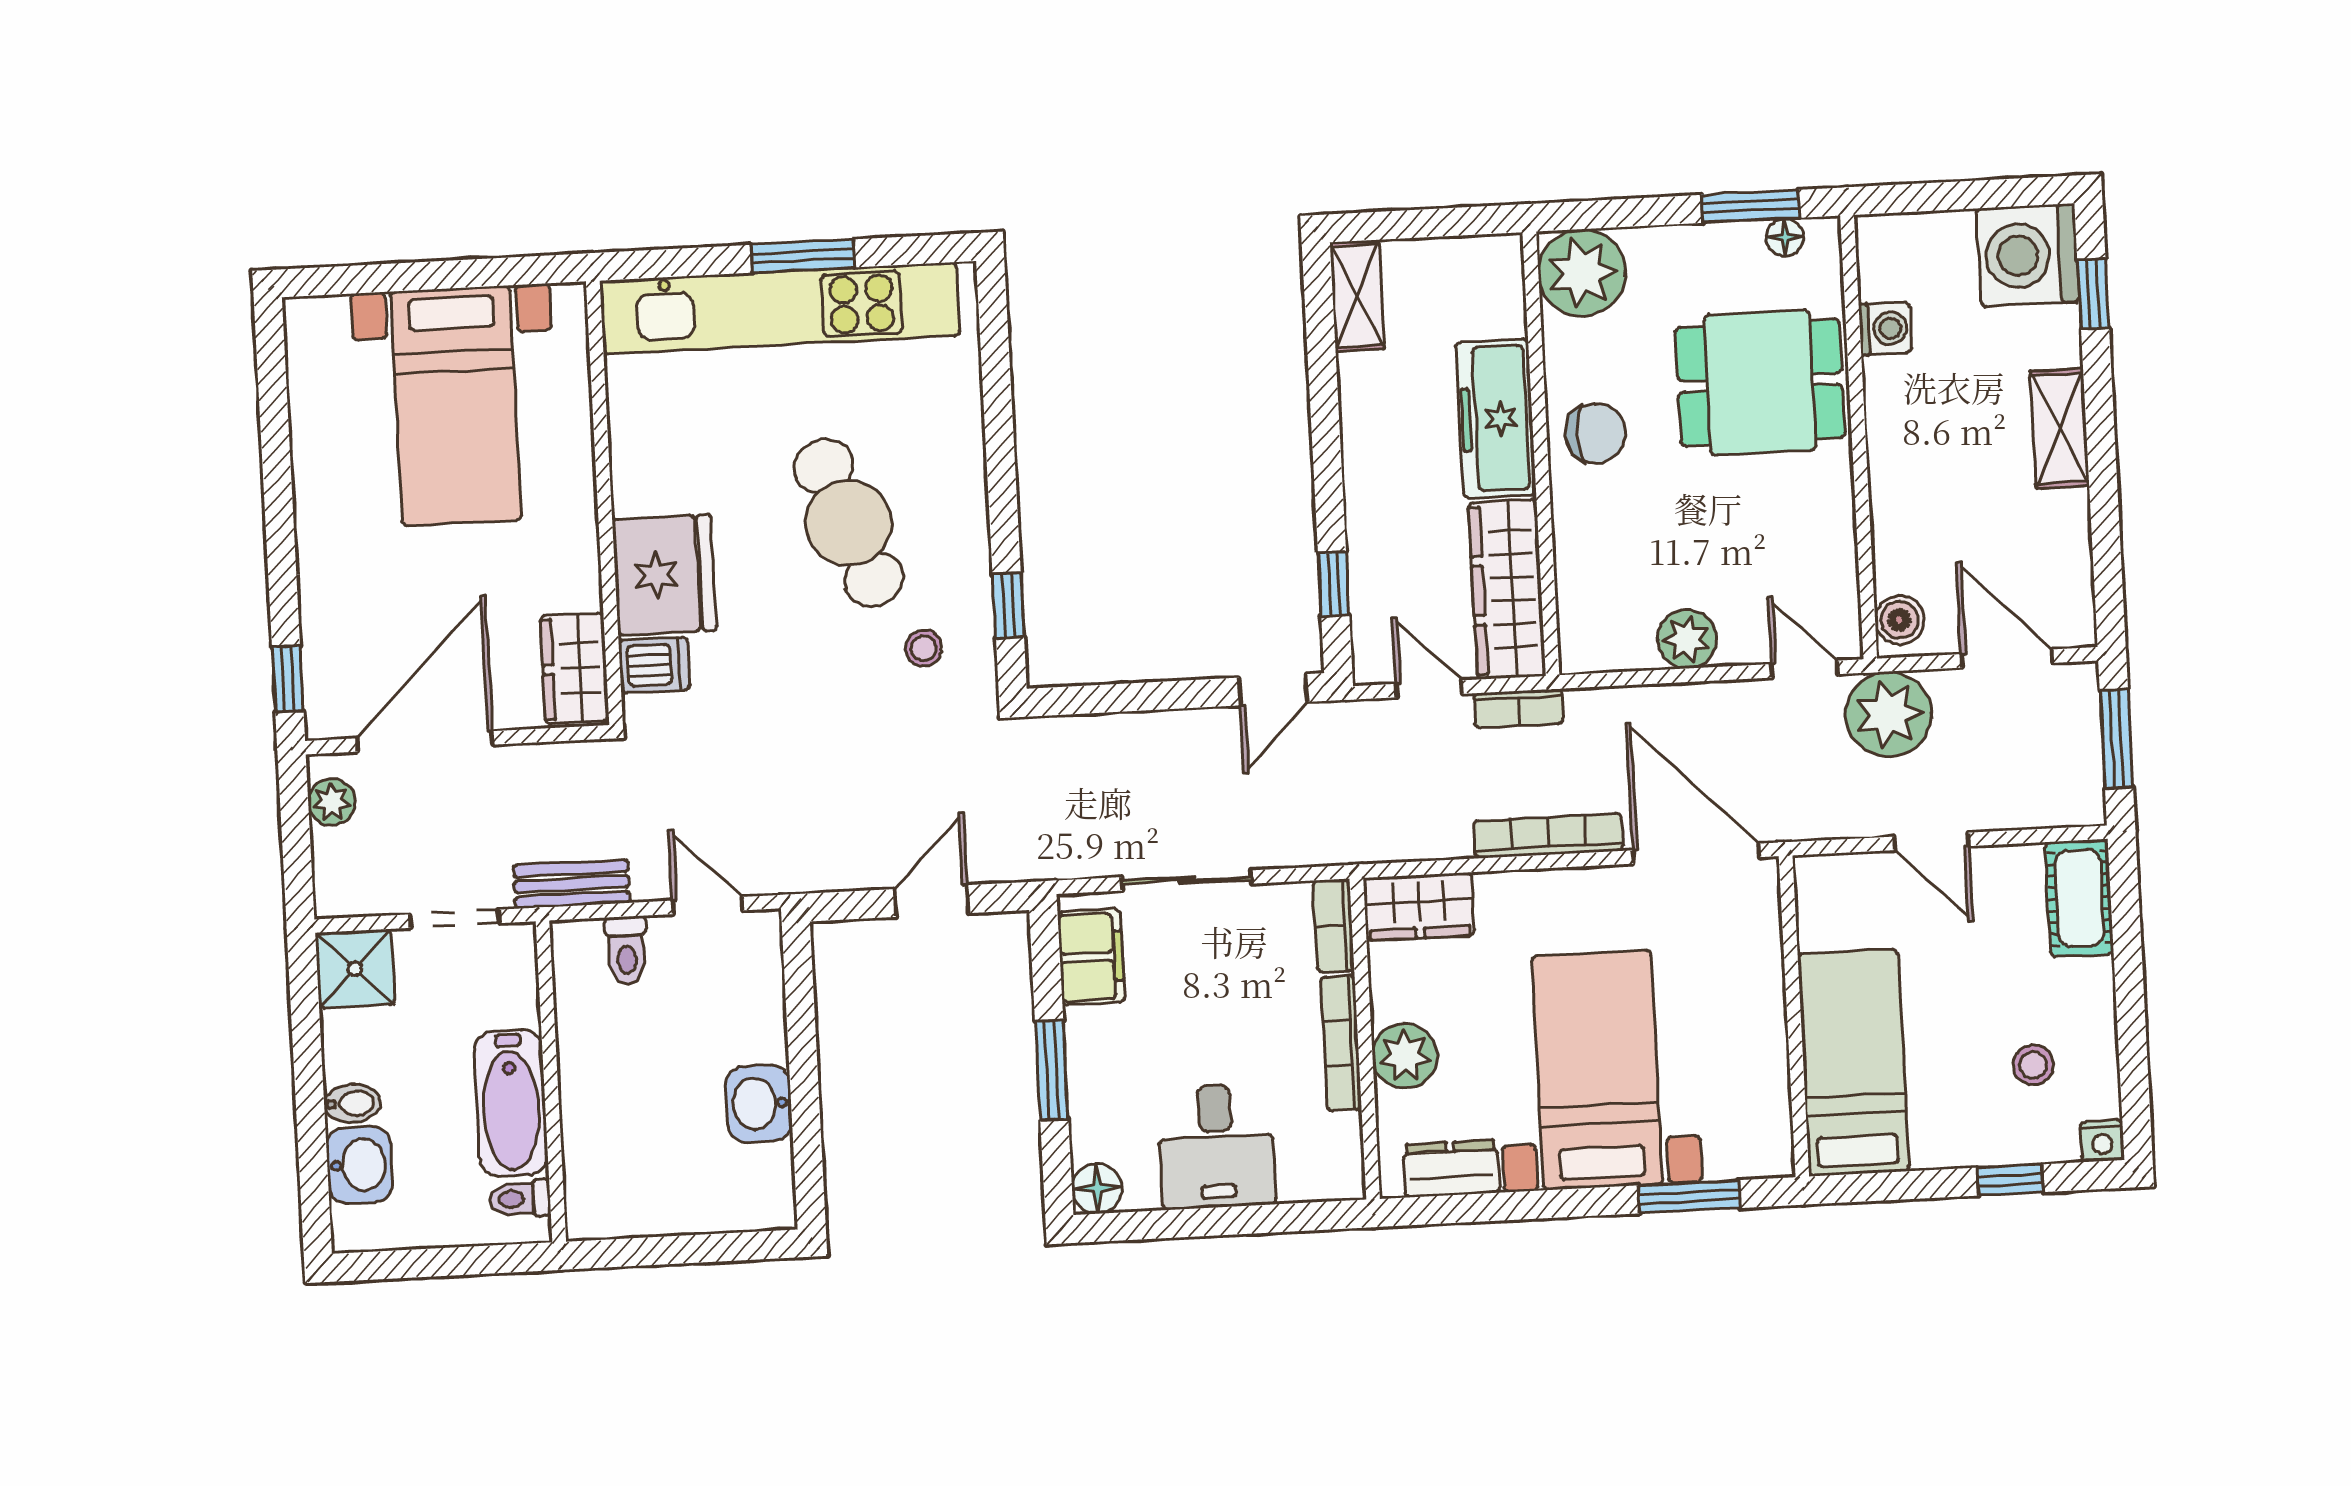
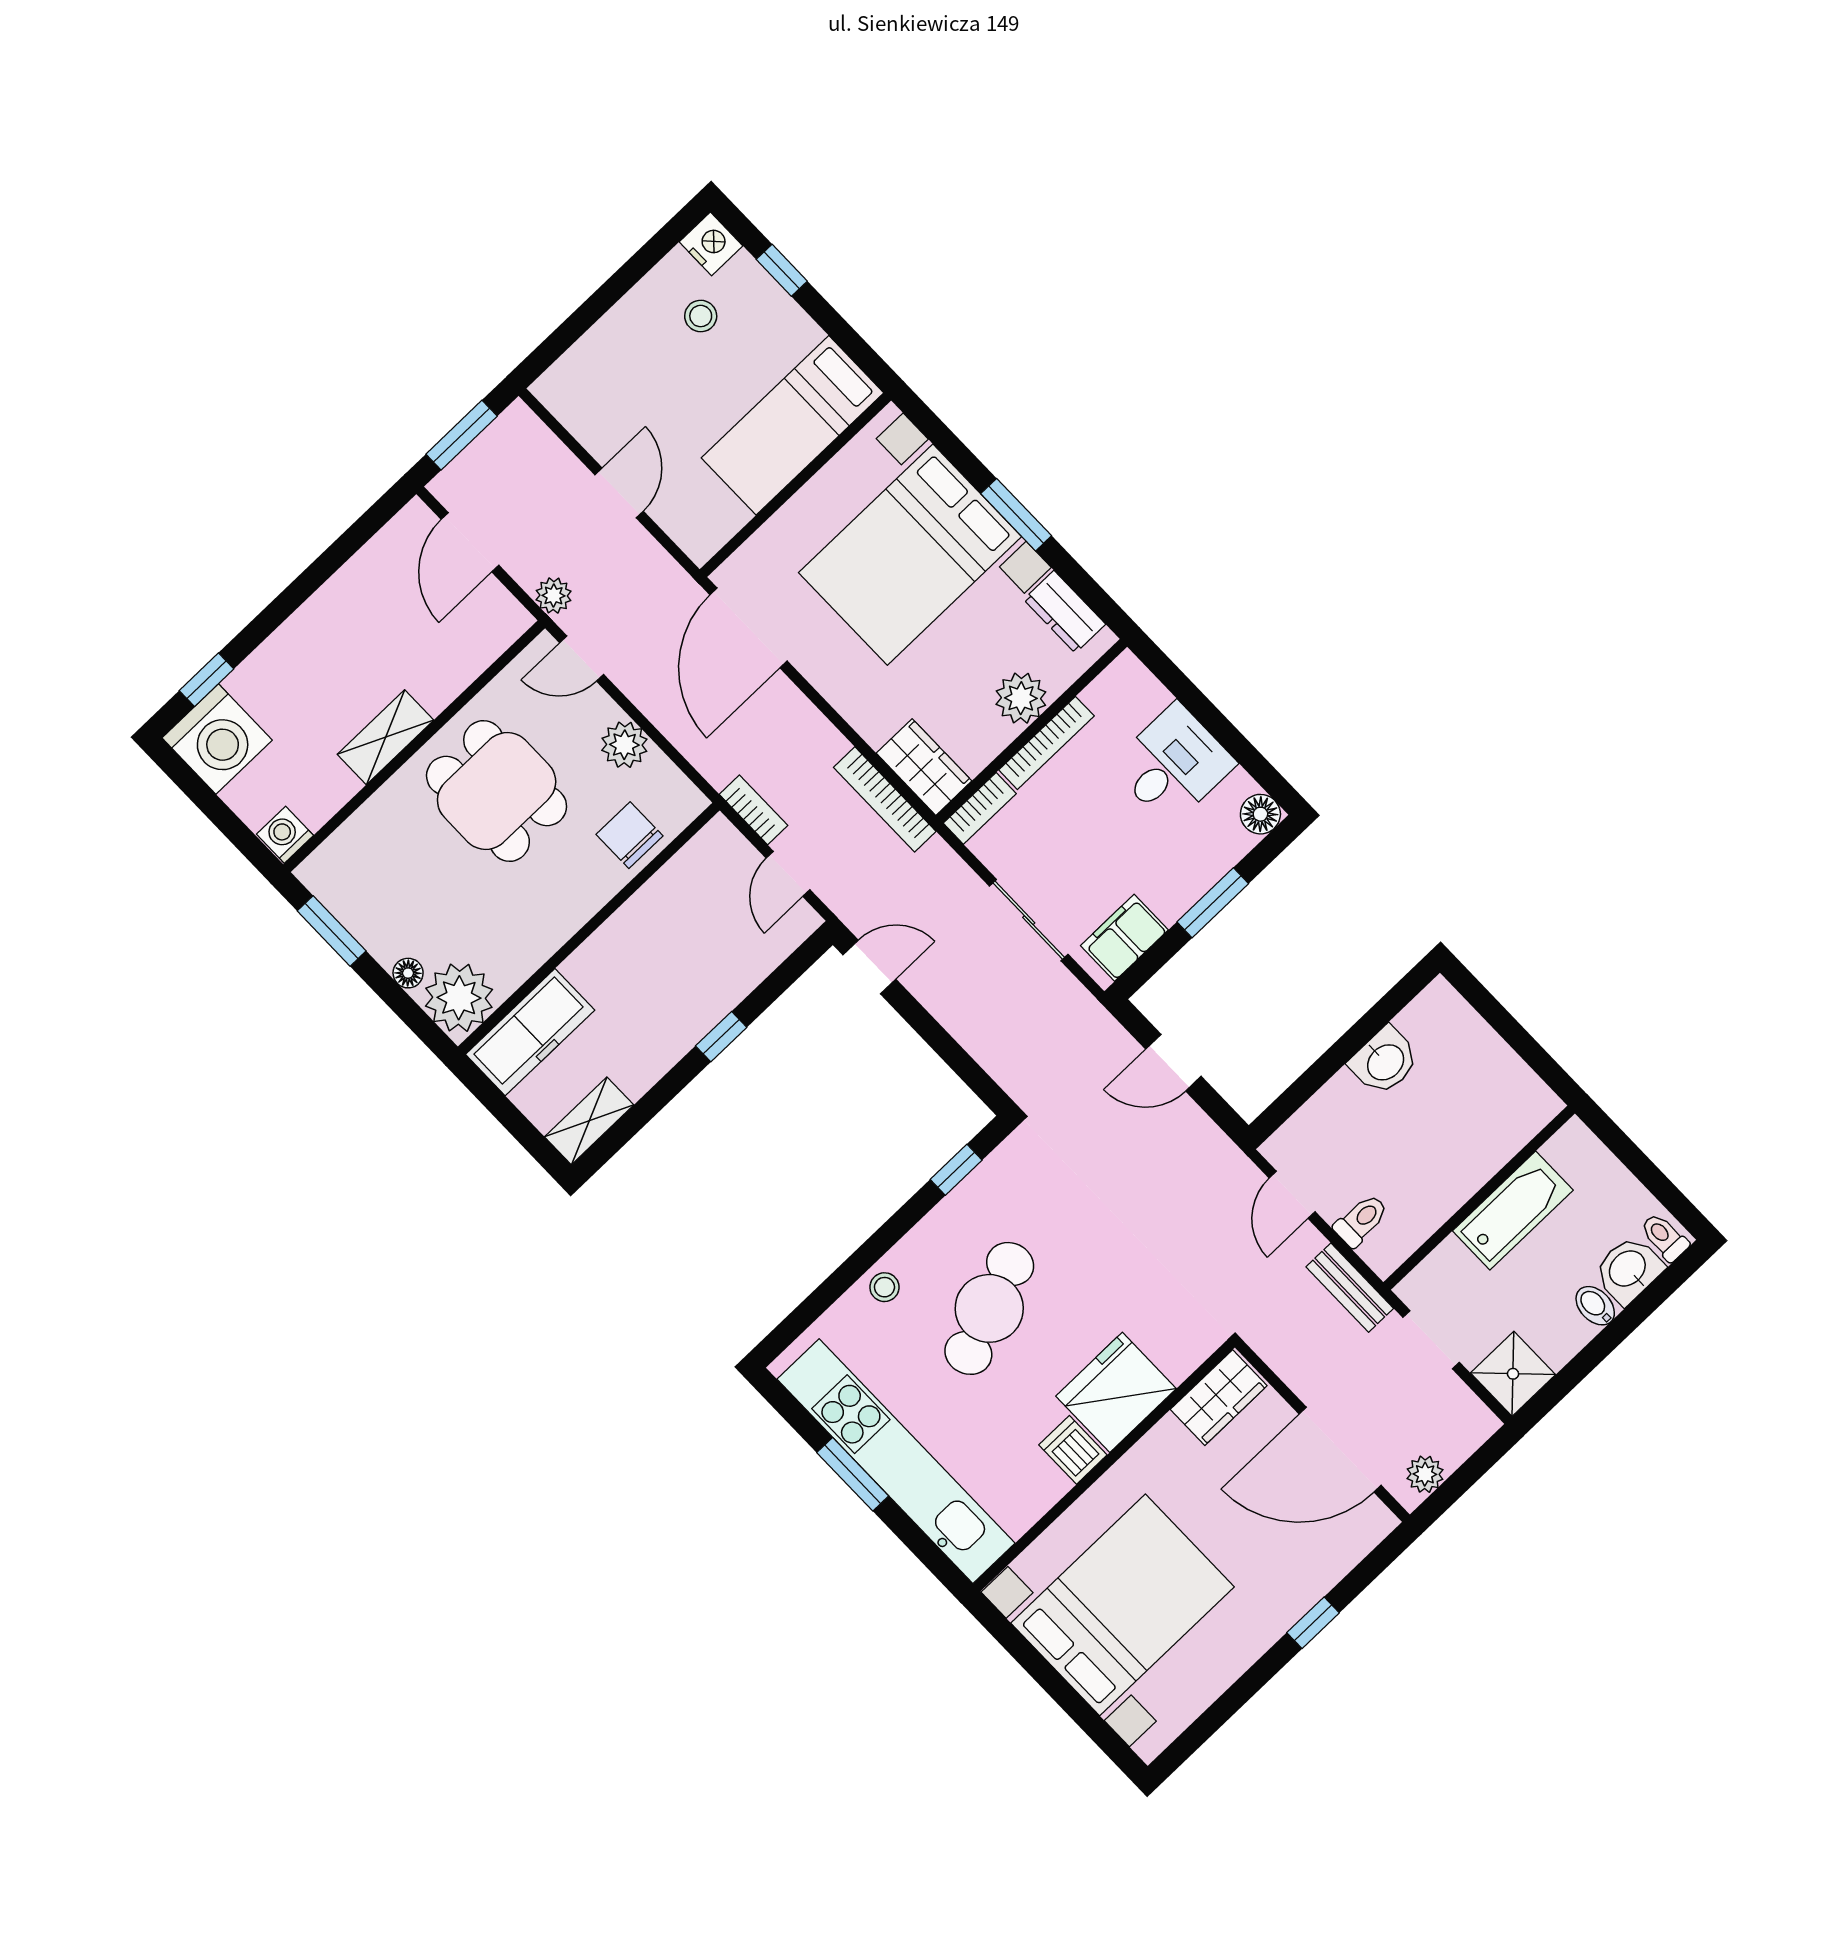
floor lamp: (1785, 237) -> (408, 973), moved
washing machine: (1885, 329) -> (285, 835), moved
dining table: (1760, 383) -> (497, 791), moved
bed with nightstands: (456, 406) -> (1122, 1605), width x1.36
freezer: (1496, 419) -> (530, 1032), moved
shelving: (2060, 428) -> (385, 737), moved
chair: (1596, 433) -> (630, 835), moved
window: (1334, 584) -> (721, 1037), moved
wardrobe: (1507, 589) -> (688, 879), removed
boiler: (1899, 620) -> (503, 627), removed
stool: (924, 648) -> (884, 1287), moved
dishwasher: (654, 665) -> (1073, 1450), moved
door: (1804, 669) -> (582, 659), hinge flipped
window: (288, 679) -> (1313, 1623), moved
plant: (1889, 714) -> (554, 596), width x0.53, depth x0.53
bookcase: (1548, 836) -> (885, 799), moved
cot: (2079, 898) -> (576, 375), removed
bed with nightstands: (1597, 1070) -> (910, 555), width x1.36
nightstand: (2102, 1141) -> (711, 244), width x1.39, depth x1.35
window: (1689, 1197) -> (1016, 515), moved
toilet: (520, 1199) -> (1664, 1237), moved, turned 180

